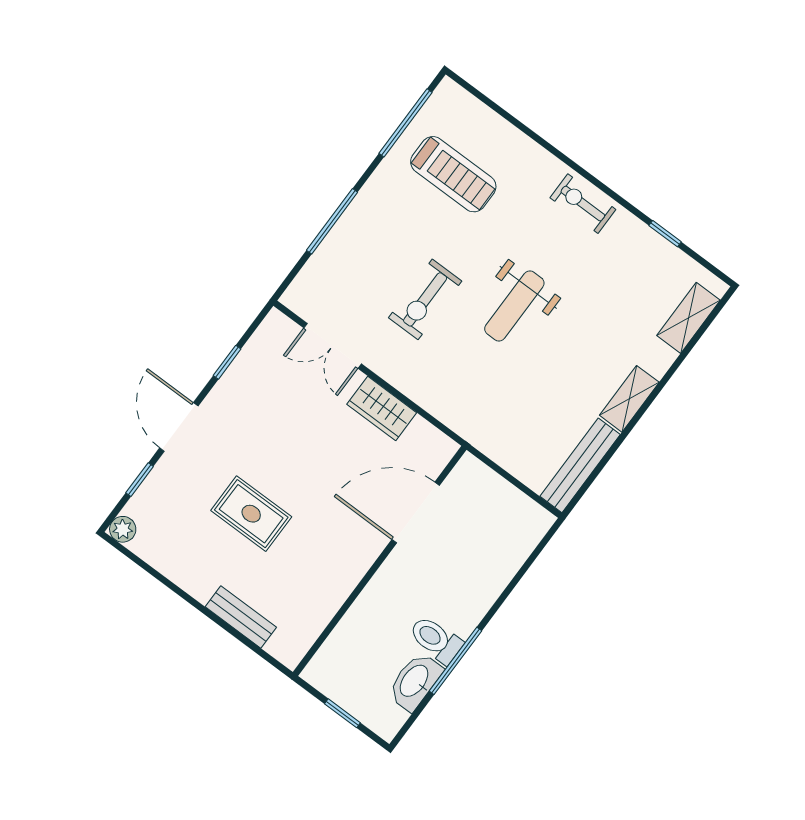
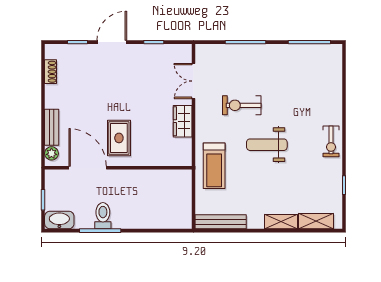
treadmill: (453, 174) -> (214, 166), moved
exercise bike: (583, 204) -> (331, 141), turned 180
shelving: (629, 399) -> (281, 222), moved
door: (416, 513) -> (88, 168), moved
rug: (251, 514) -> (119, 138), moved
plant: (123, 529) -> (52, 153), moved
shoe rack: (154, 555) -> (51, 72), added
washbasin: (415, 681) -> (59, 220), moved

